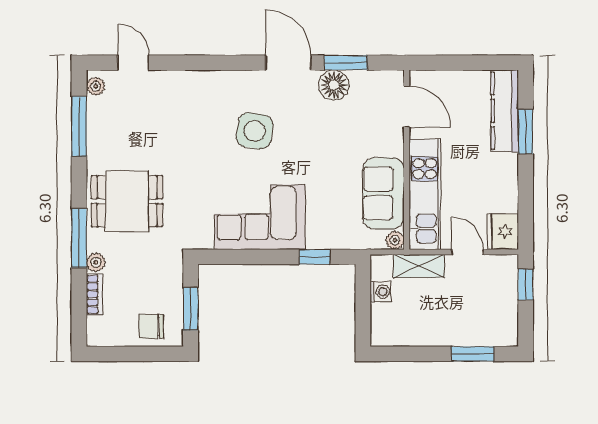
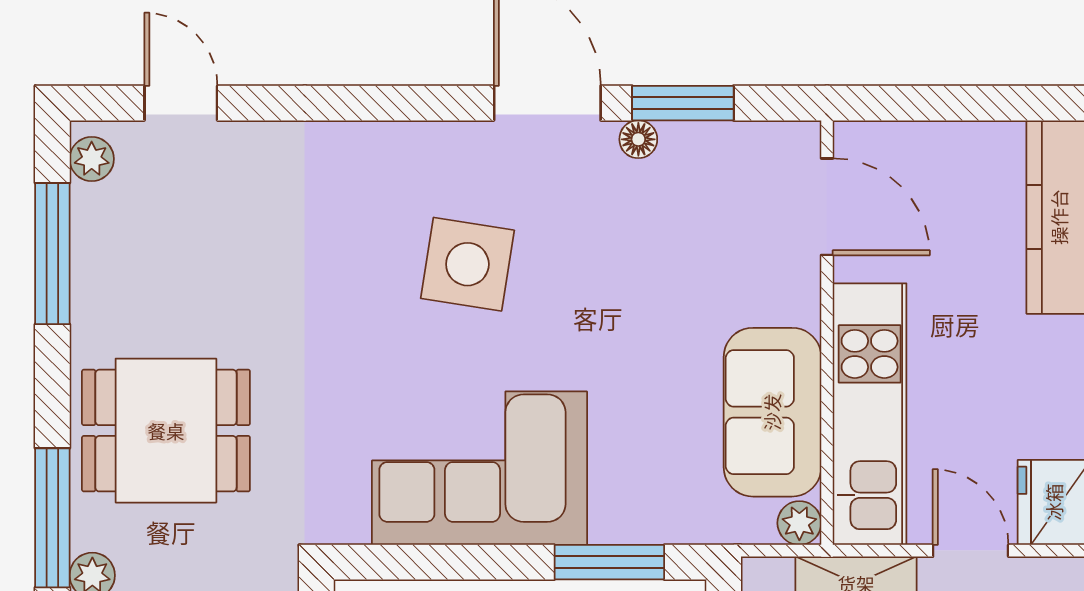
floor lamp: (334, 85) -> (638, 139), width x0.53, depth x0.53
window: (315, 257) -> (609, 562), width x1.50

